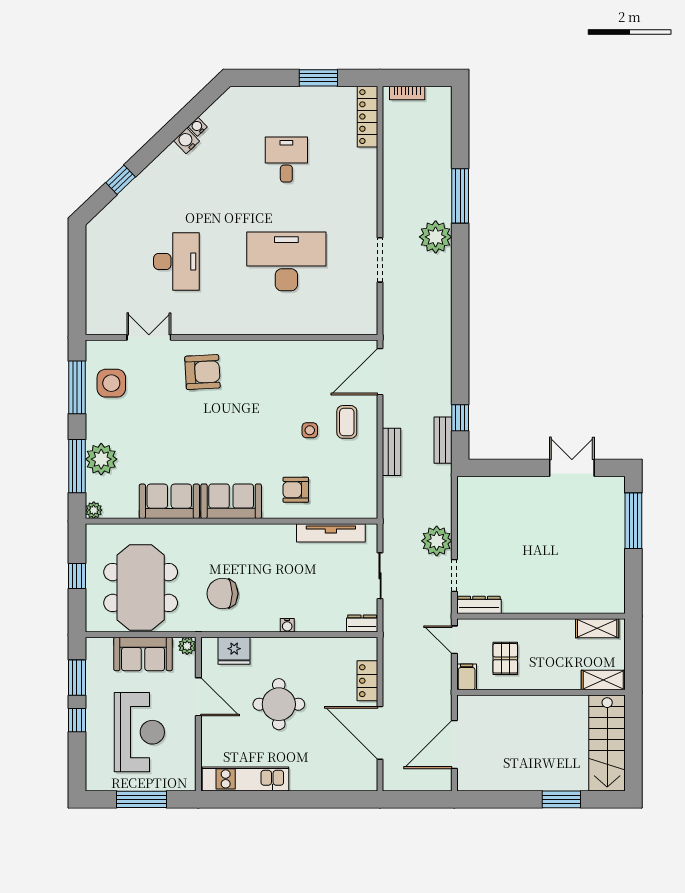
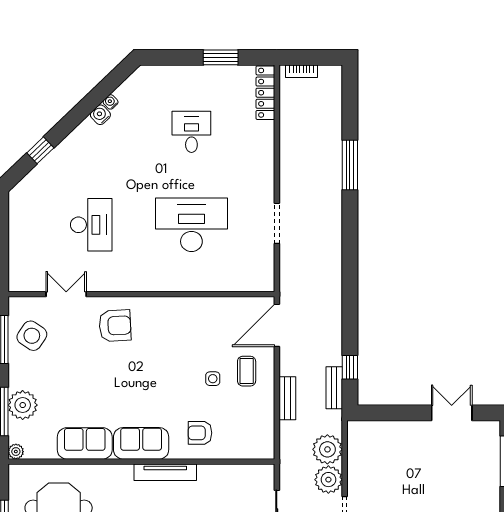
plant: (436, 237) -> (327, 449), moved
side table: (111, 383) -> (32, 336), turned 34
tv unit: (331, 533) -> (165, 472), moved

